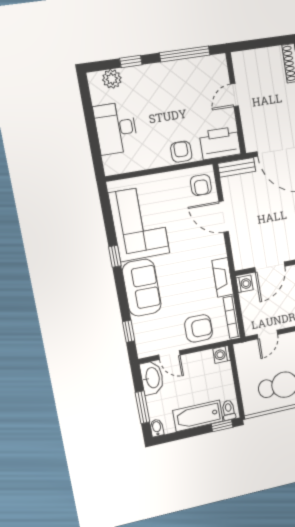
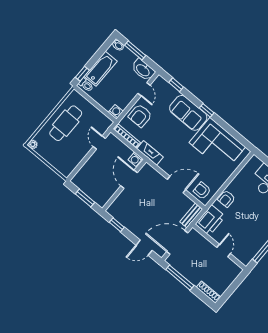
armchair: (181, 152) -> (226, 199), turned 90
window: (115, 256) -> (207, 110), moved
door: (169, 355) -> (144, 89), swing flipped

